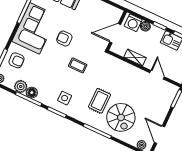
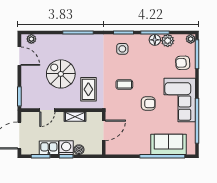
washing machine: (133, 23) -> (66, 148), moved
door: (157, 75) -> (47, 110), hinge flipped
rug: (100, 101) -> (88, 89), moved
spiral stairs: (121, 117) -> (61, 74), moved

